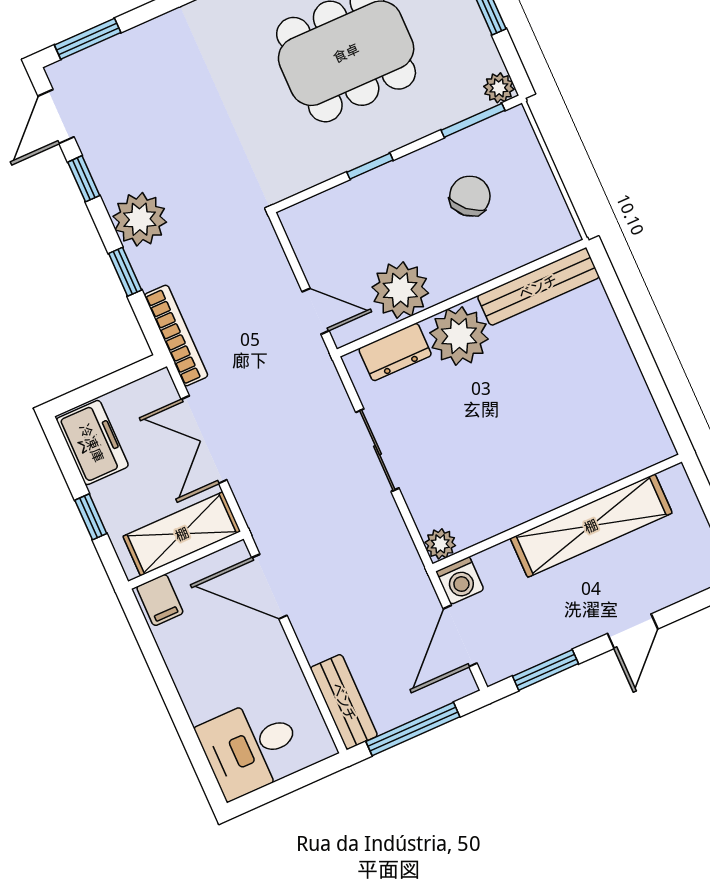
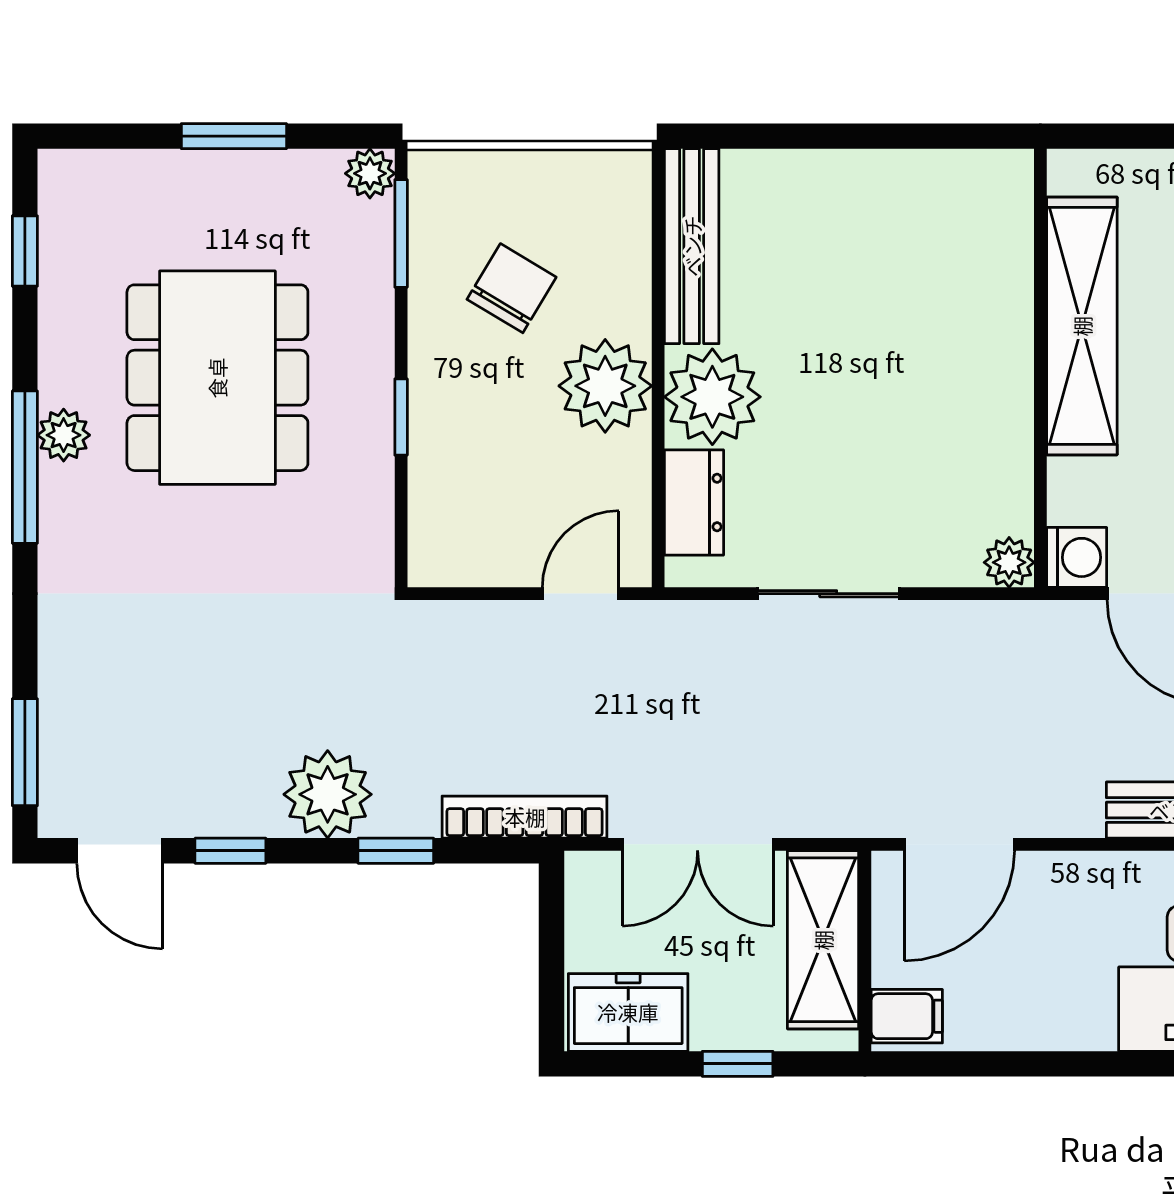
chair: (470, 196) -> (512, 288), turned 79
plant: (400, 290) -> (605, 386), moved

